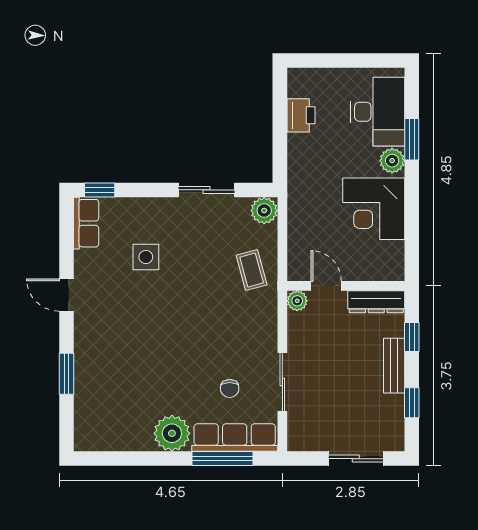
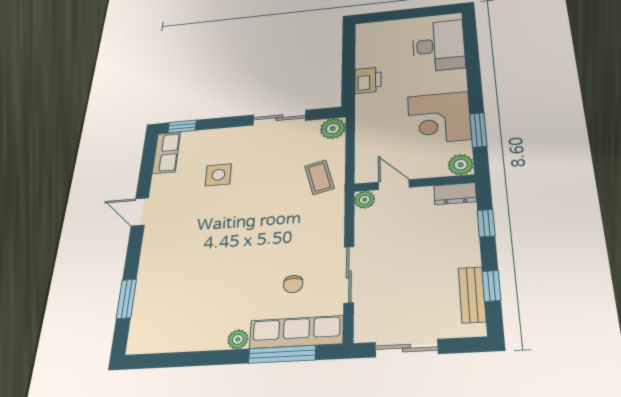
printer: (301, 115) -> (368, 80), moved
window: (412, 139) -> (478, 130), moved
plant: (392, 161) -> (461, 165), moved
dresser: (376, 302) -> (455, 194), width x0.70
bench: (394, 366) -> (472, 295), moved
window: (66, 374) -> (126, 299), moved
plant: (172, 433) -> (238, 339), width x0.53, depth x0.53
sliding door: (356, 459) -> (406, 348), moved

